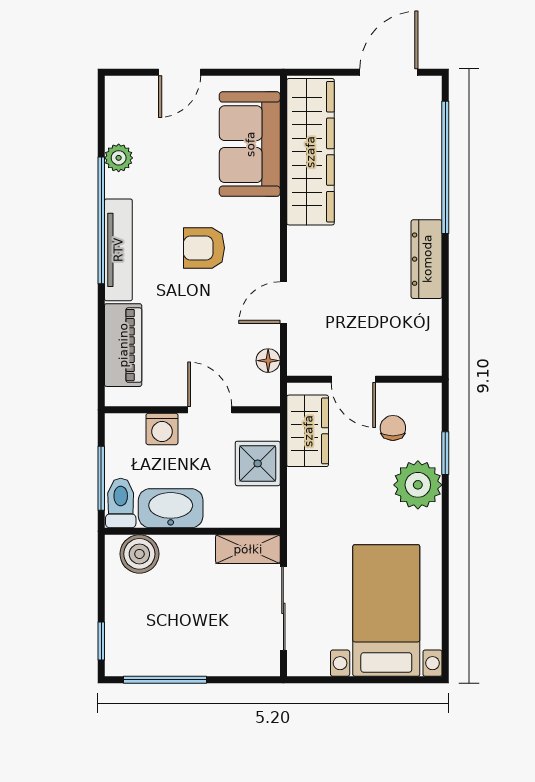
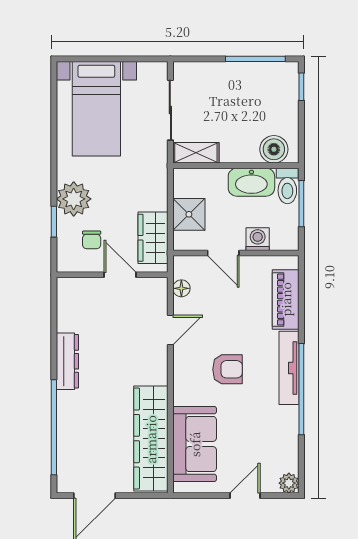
plant: (119, 158) -> (289, 483), moved

